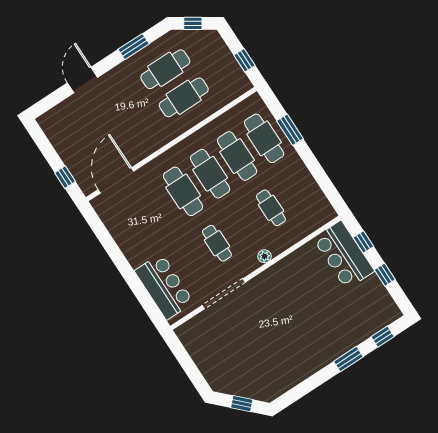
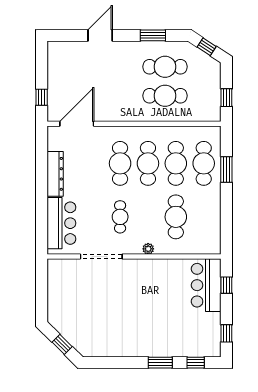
cafe table: (271, 208) -> (176, 217), width x1.37, depth x1.35
dresser: (127, 243) -> (55, 174), added
window: (385, 275) -> (226, 333), moved

